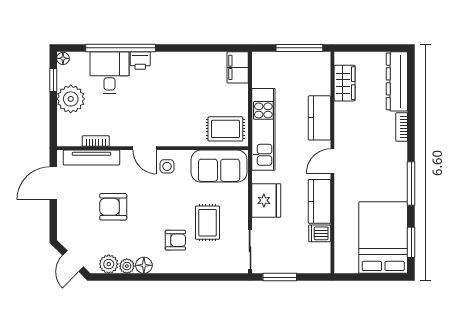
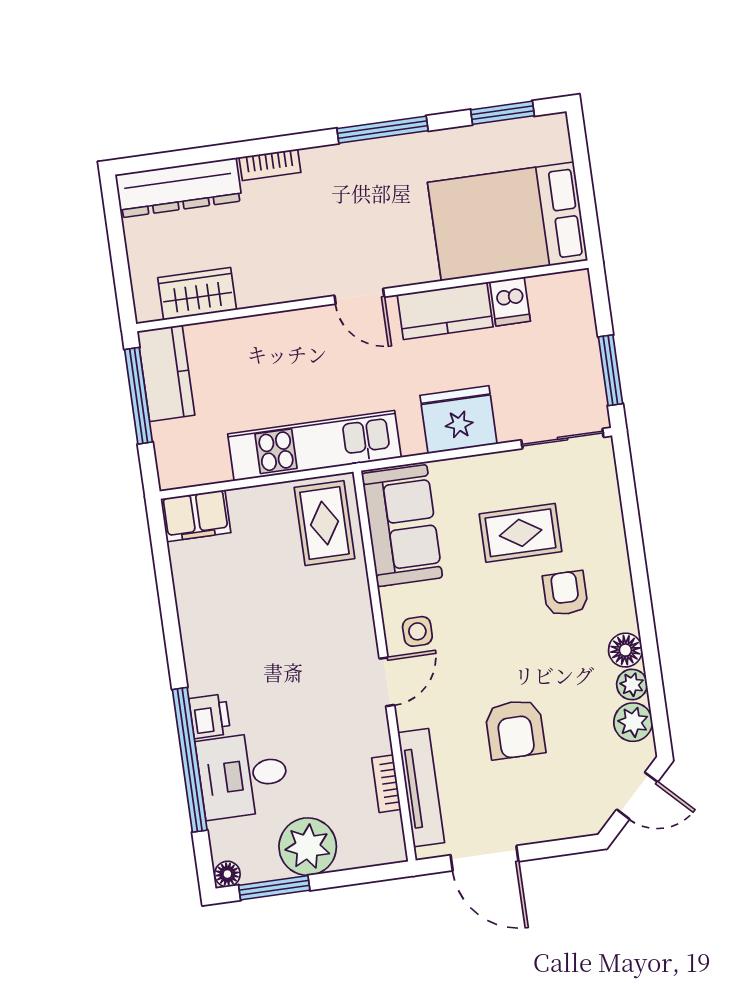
window: (53, 80) -> (274, 888), width x1.50
kitchen counter: (319, 118) -> (166, 373), moved, turned -90
bed: (383, 238) -> (508, 221), moved

